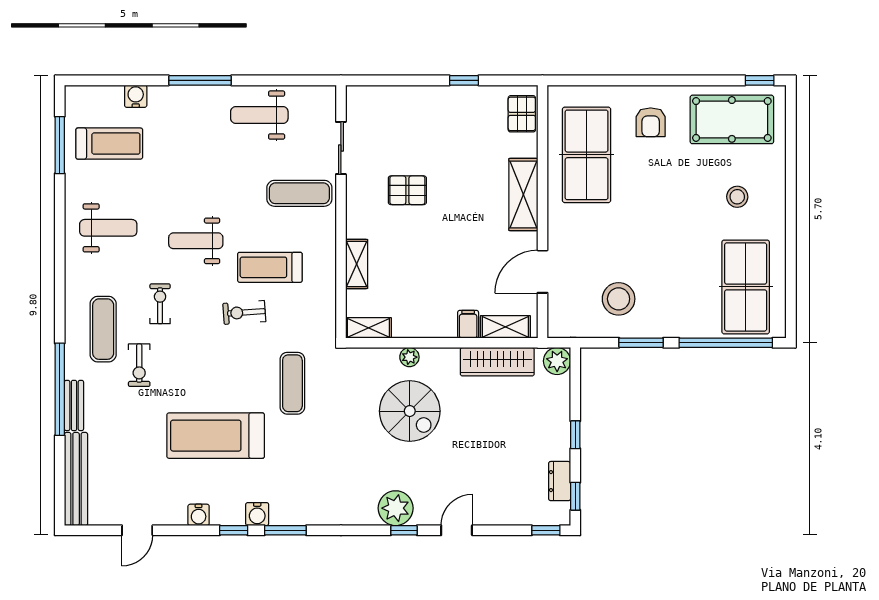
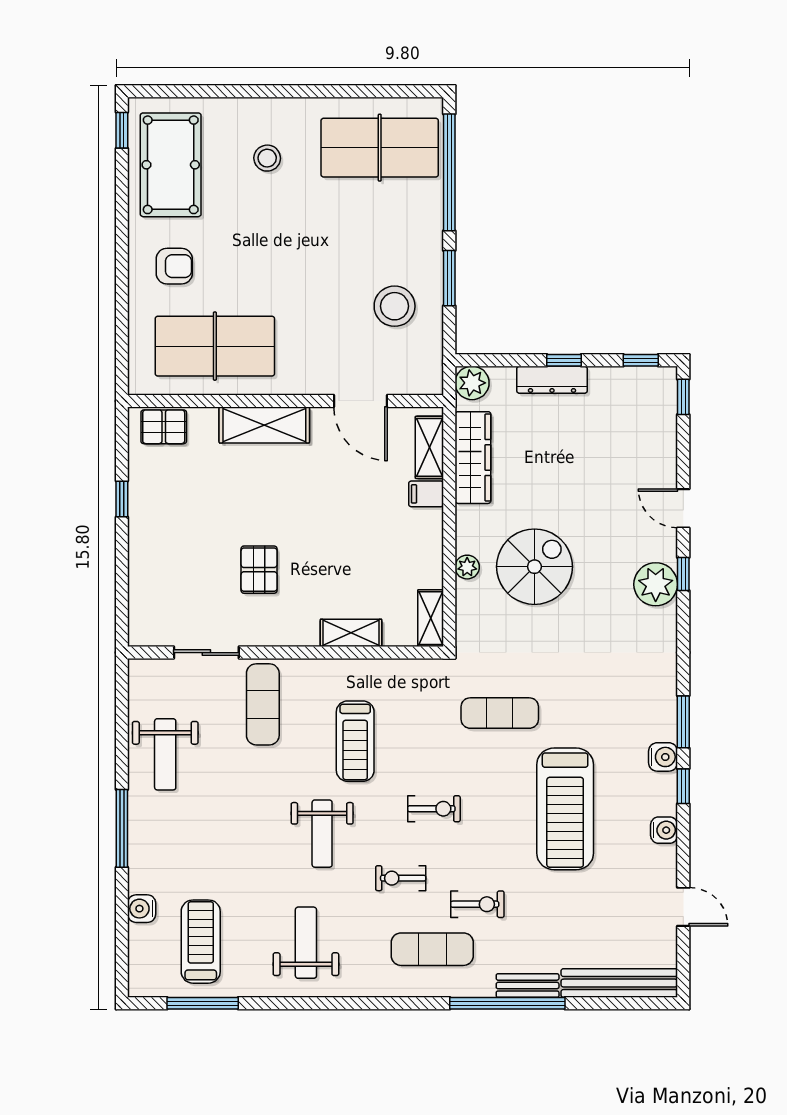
exercise bike: (244, 312) -> (434, 809), moved, turned -86
dresser: (560, 481) -> (552, 380), moved, width x1.44

